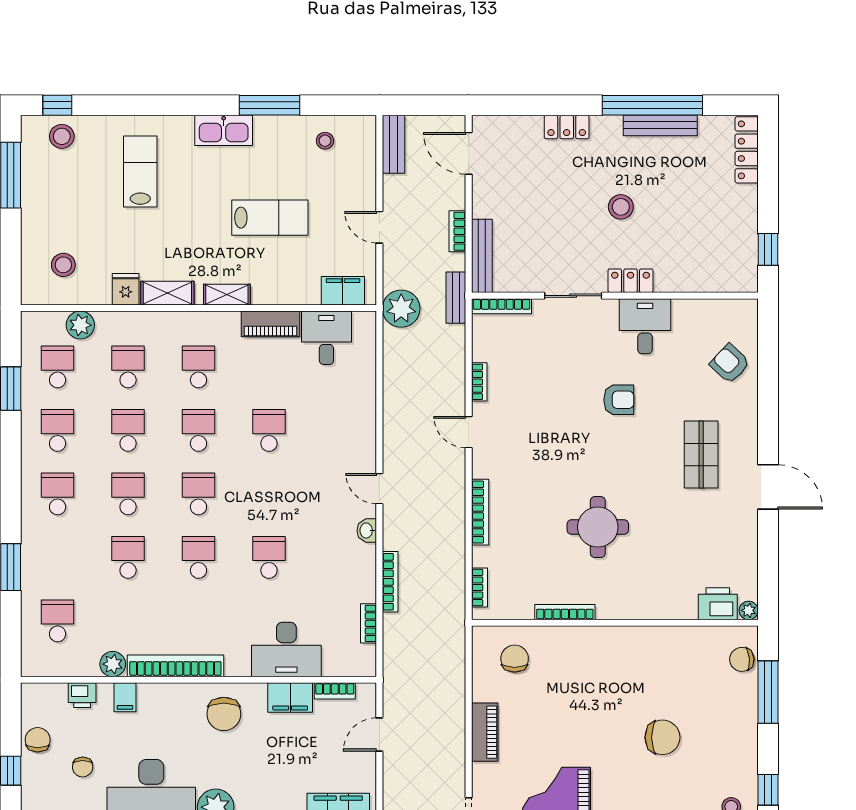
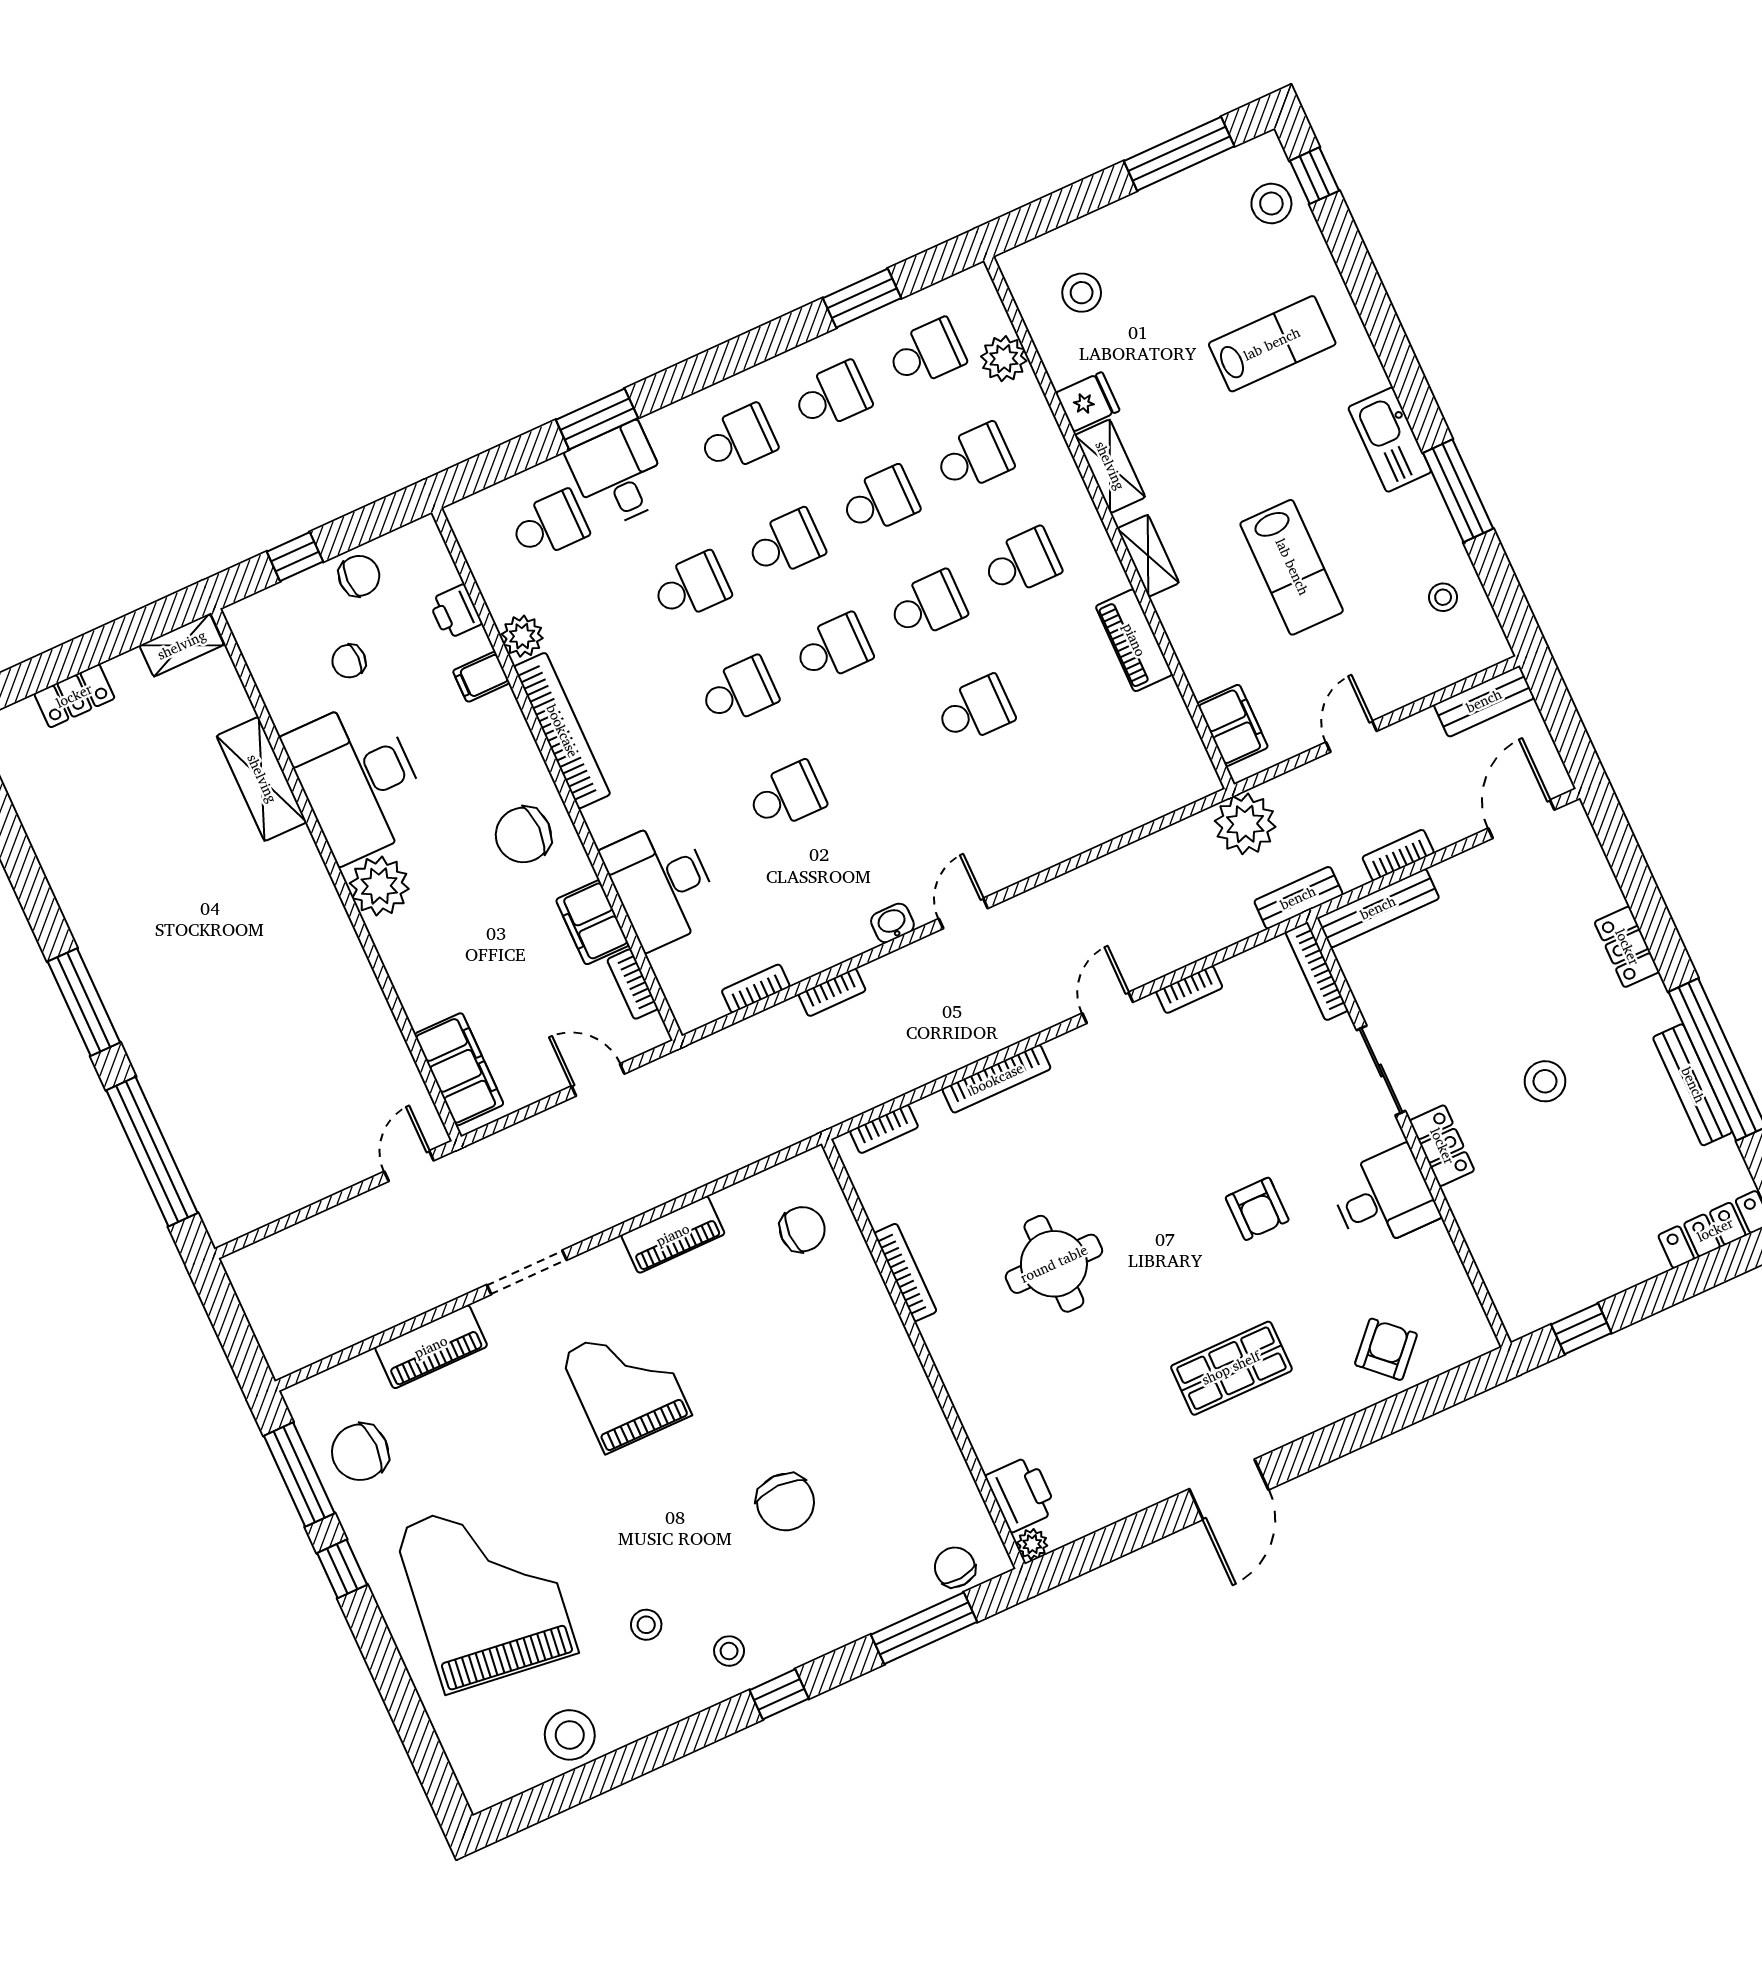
desk: (326, 338) -> (618, 475), moved, turned -90
bookcase: (390, 582) -> (832, 992), width x0.64

